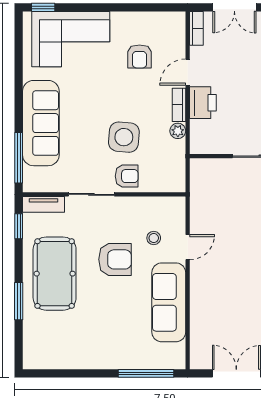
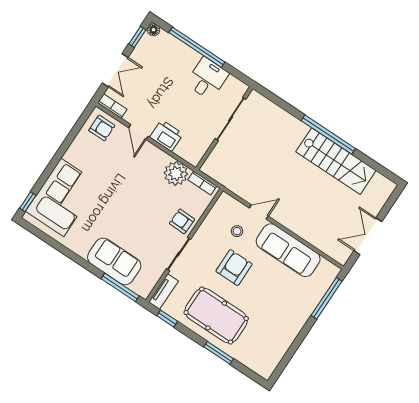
armchair: (139, 56) -> (102, 128), moved
bookcase: (179, 105) -> (202, 183), moved
sofa: (41, 123) -> (114, 261), width x0.73
plant: (178, 131) -> (176, 173), width x1.88, depth x1.88
side table: (124, 137) -> (154, 206), removed
armchair: (127, 176) -> (182, 221), turned -88
door: (188, 247) -> (259, 212), hinge flipped

